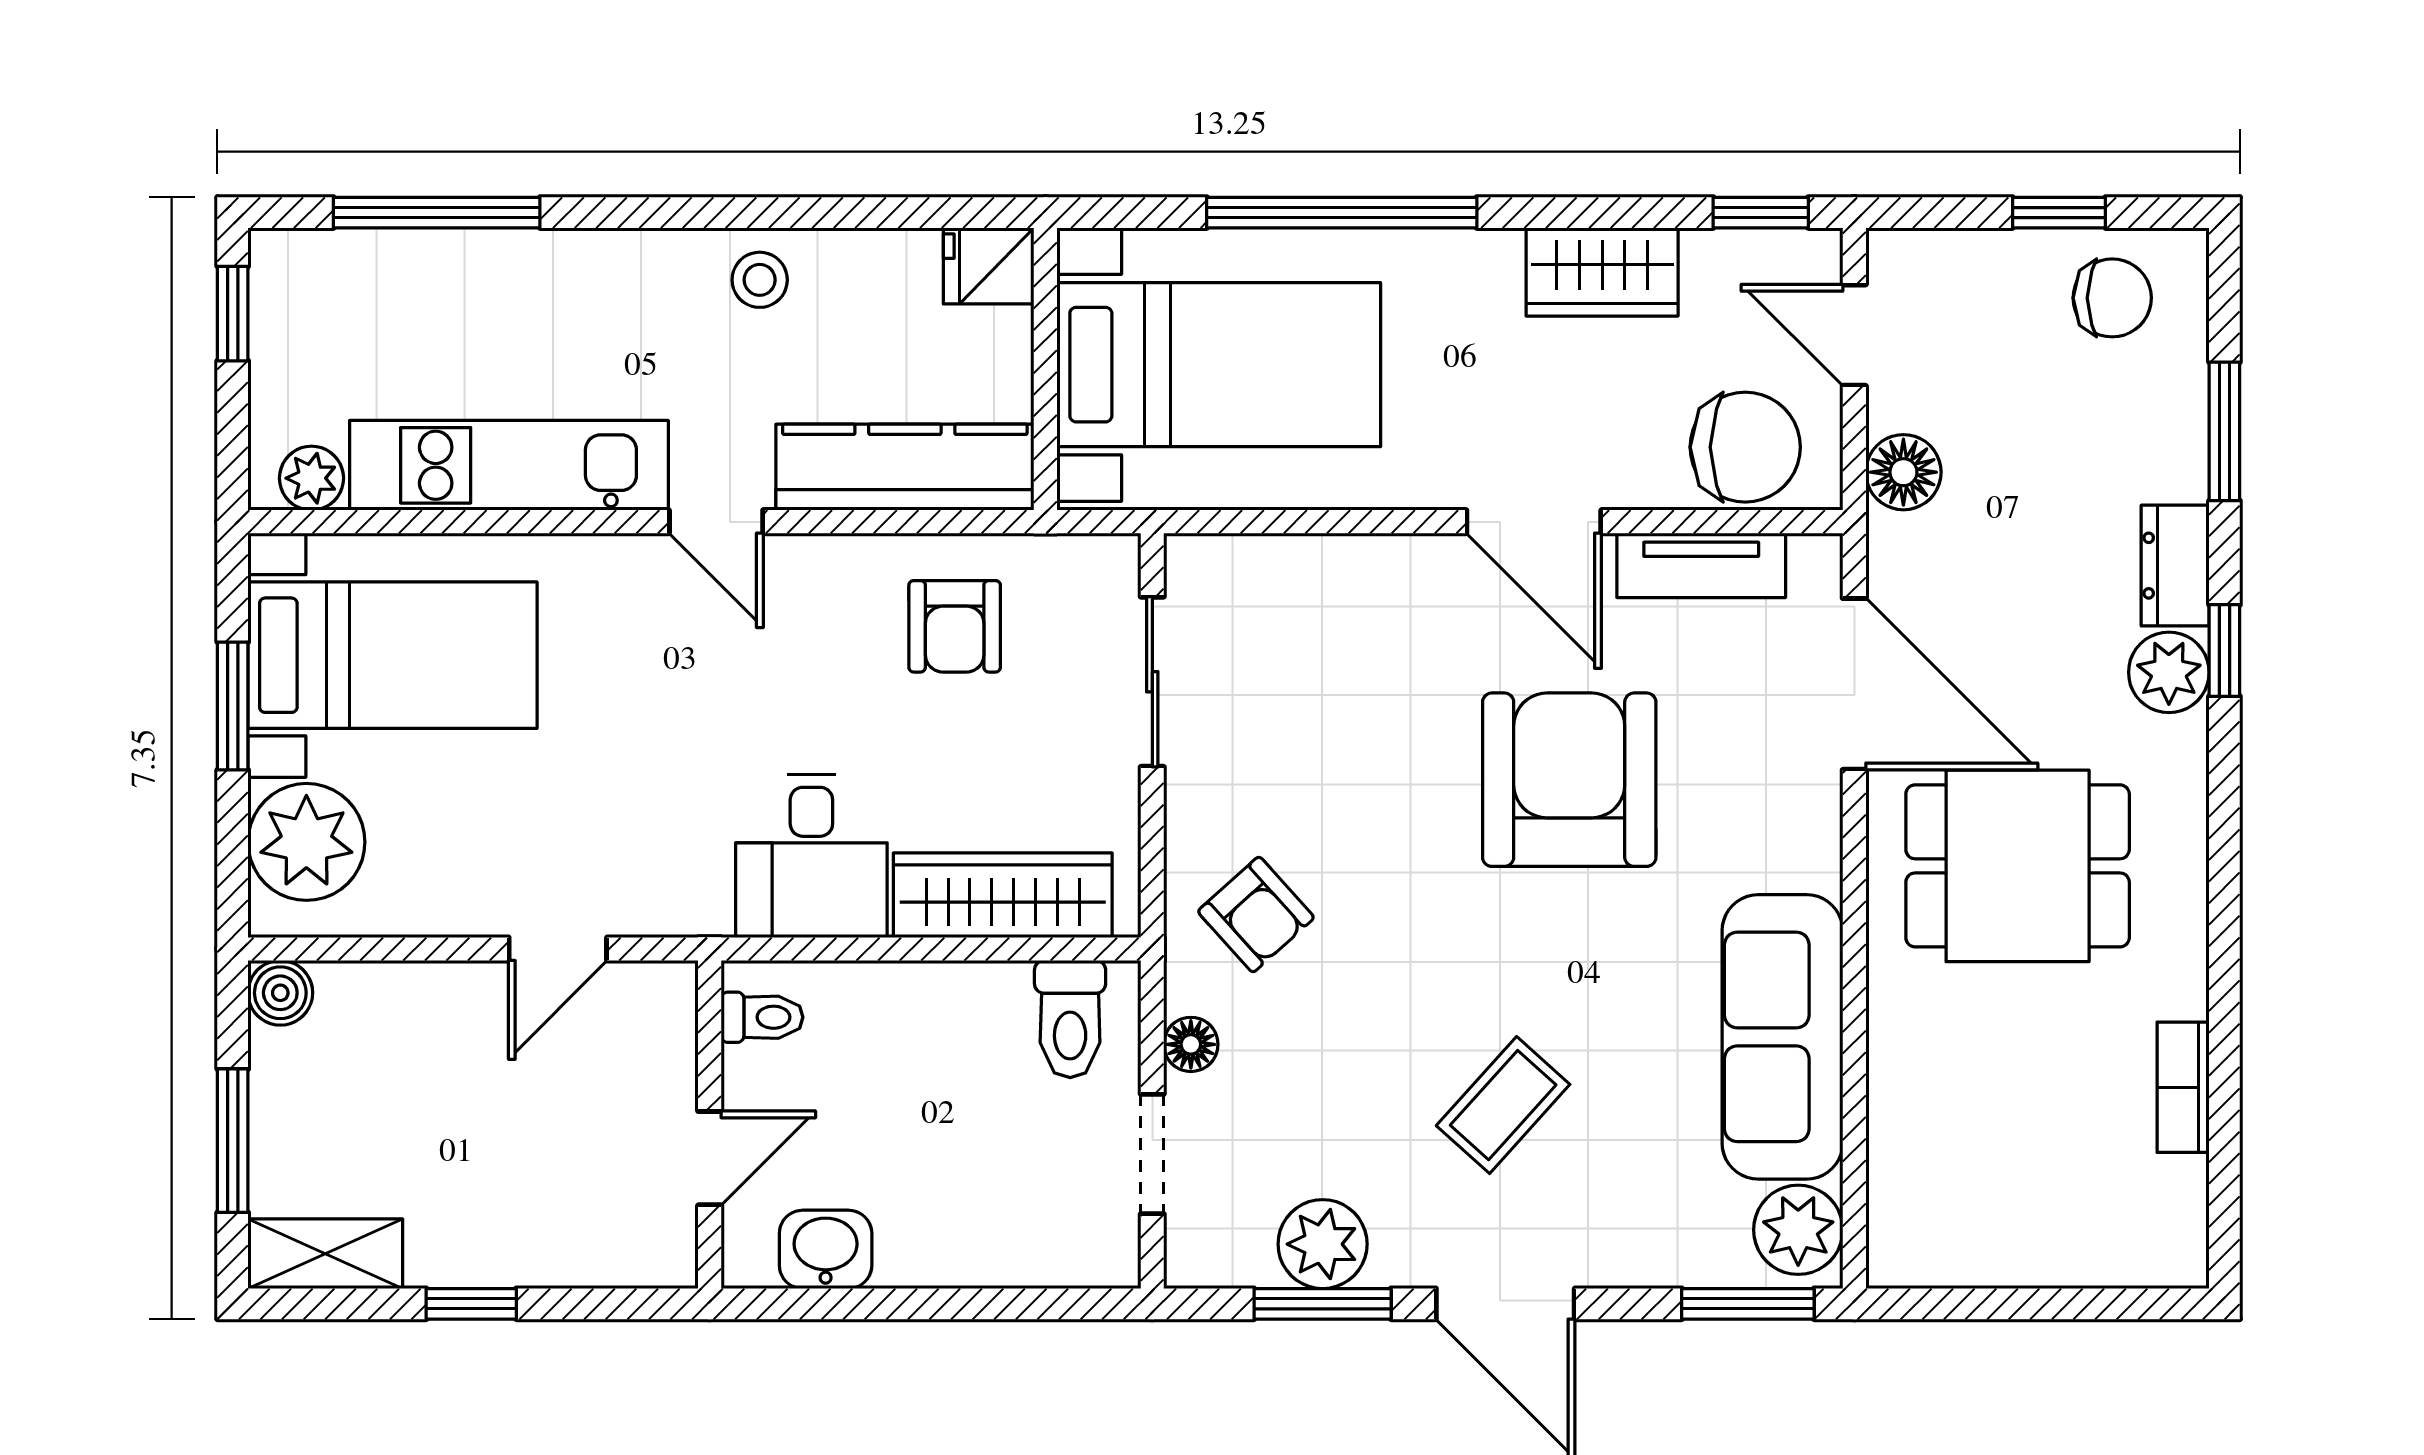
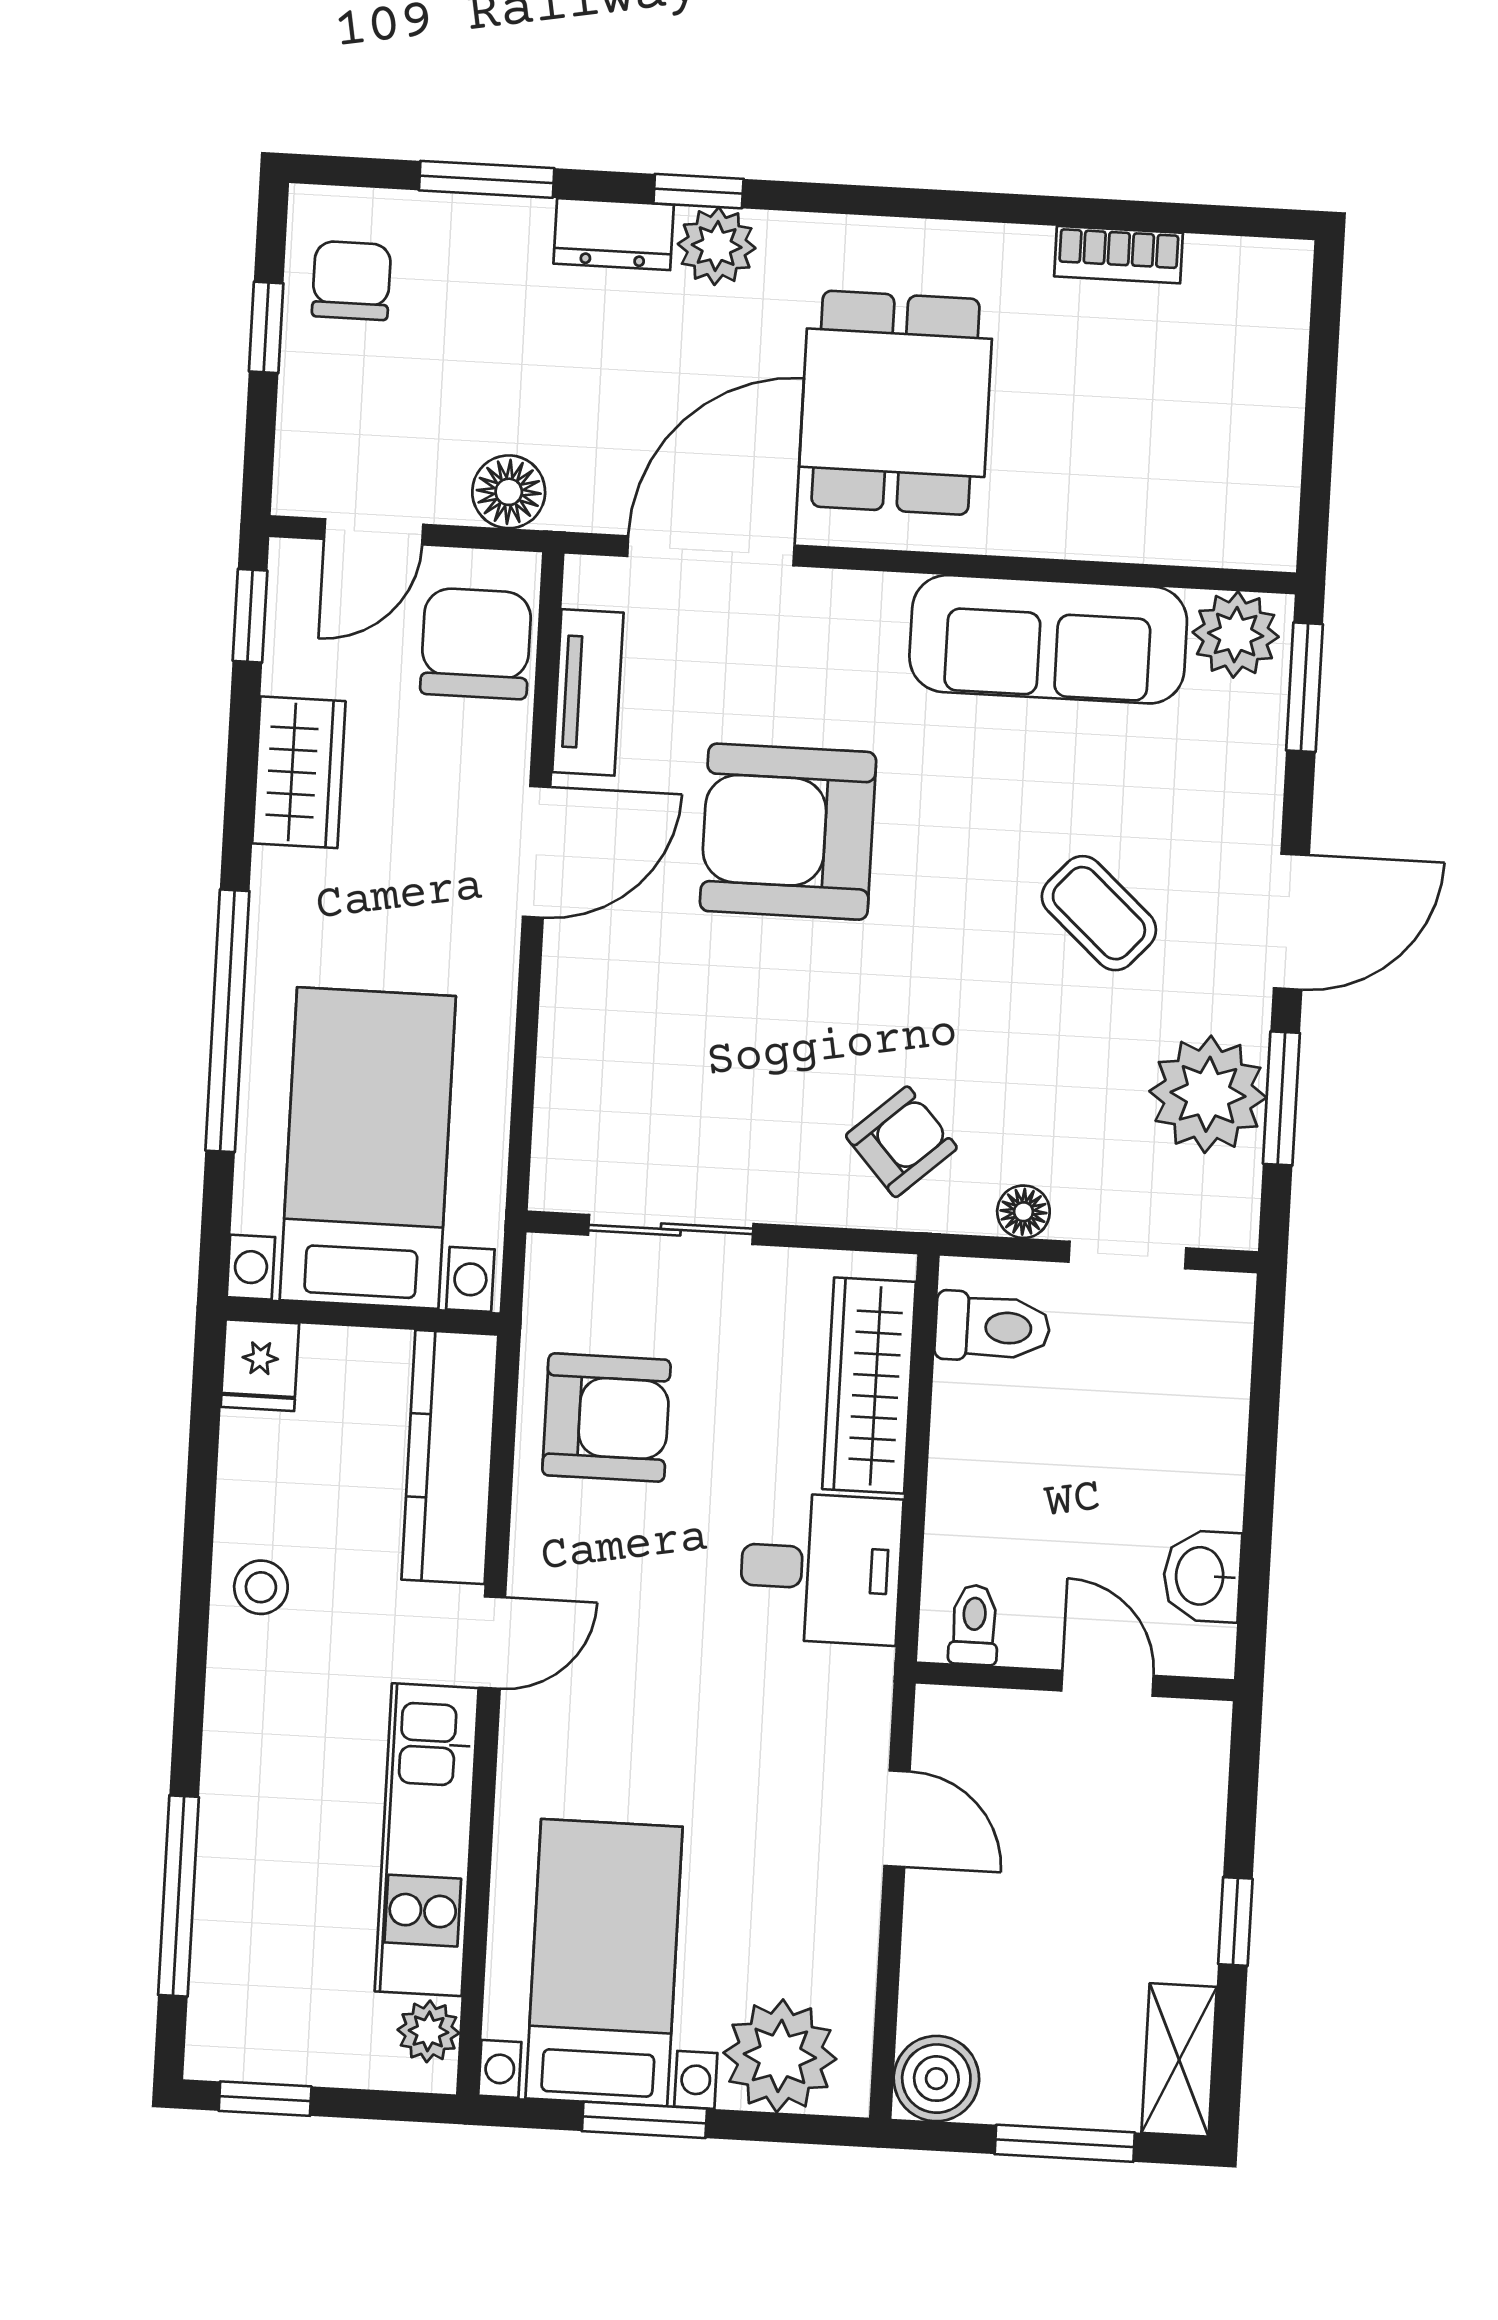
armchair: (955, 626) -> (606, 1417), width x1.38, depth x1.38
boiler: (280, 993) -> (936, 2079), width x1.36, depth x1.36
plant: (1323, 1244) -> (1208, 1094), width x1.36, depth x1.36

